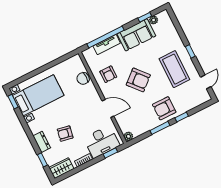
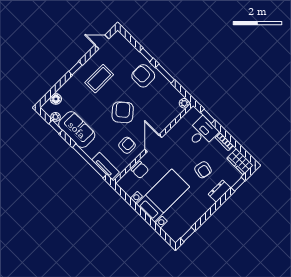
floor lamp: (169, 25) -> (56, 99), added
tv unit: (107, 44) -> (106, 166), moved
coffee table: (174, 69) -> (99, 79), width x0.73, depth x0.76
bed with nightstands: (38, 95) -> (163, 195), moved, turned 90
door: (108, 108) -> (153, 143), moved
armchair: (164, 108) -> (143, 76), turned 180
desk: (102, 142) -> (202, 132), width x0.73

